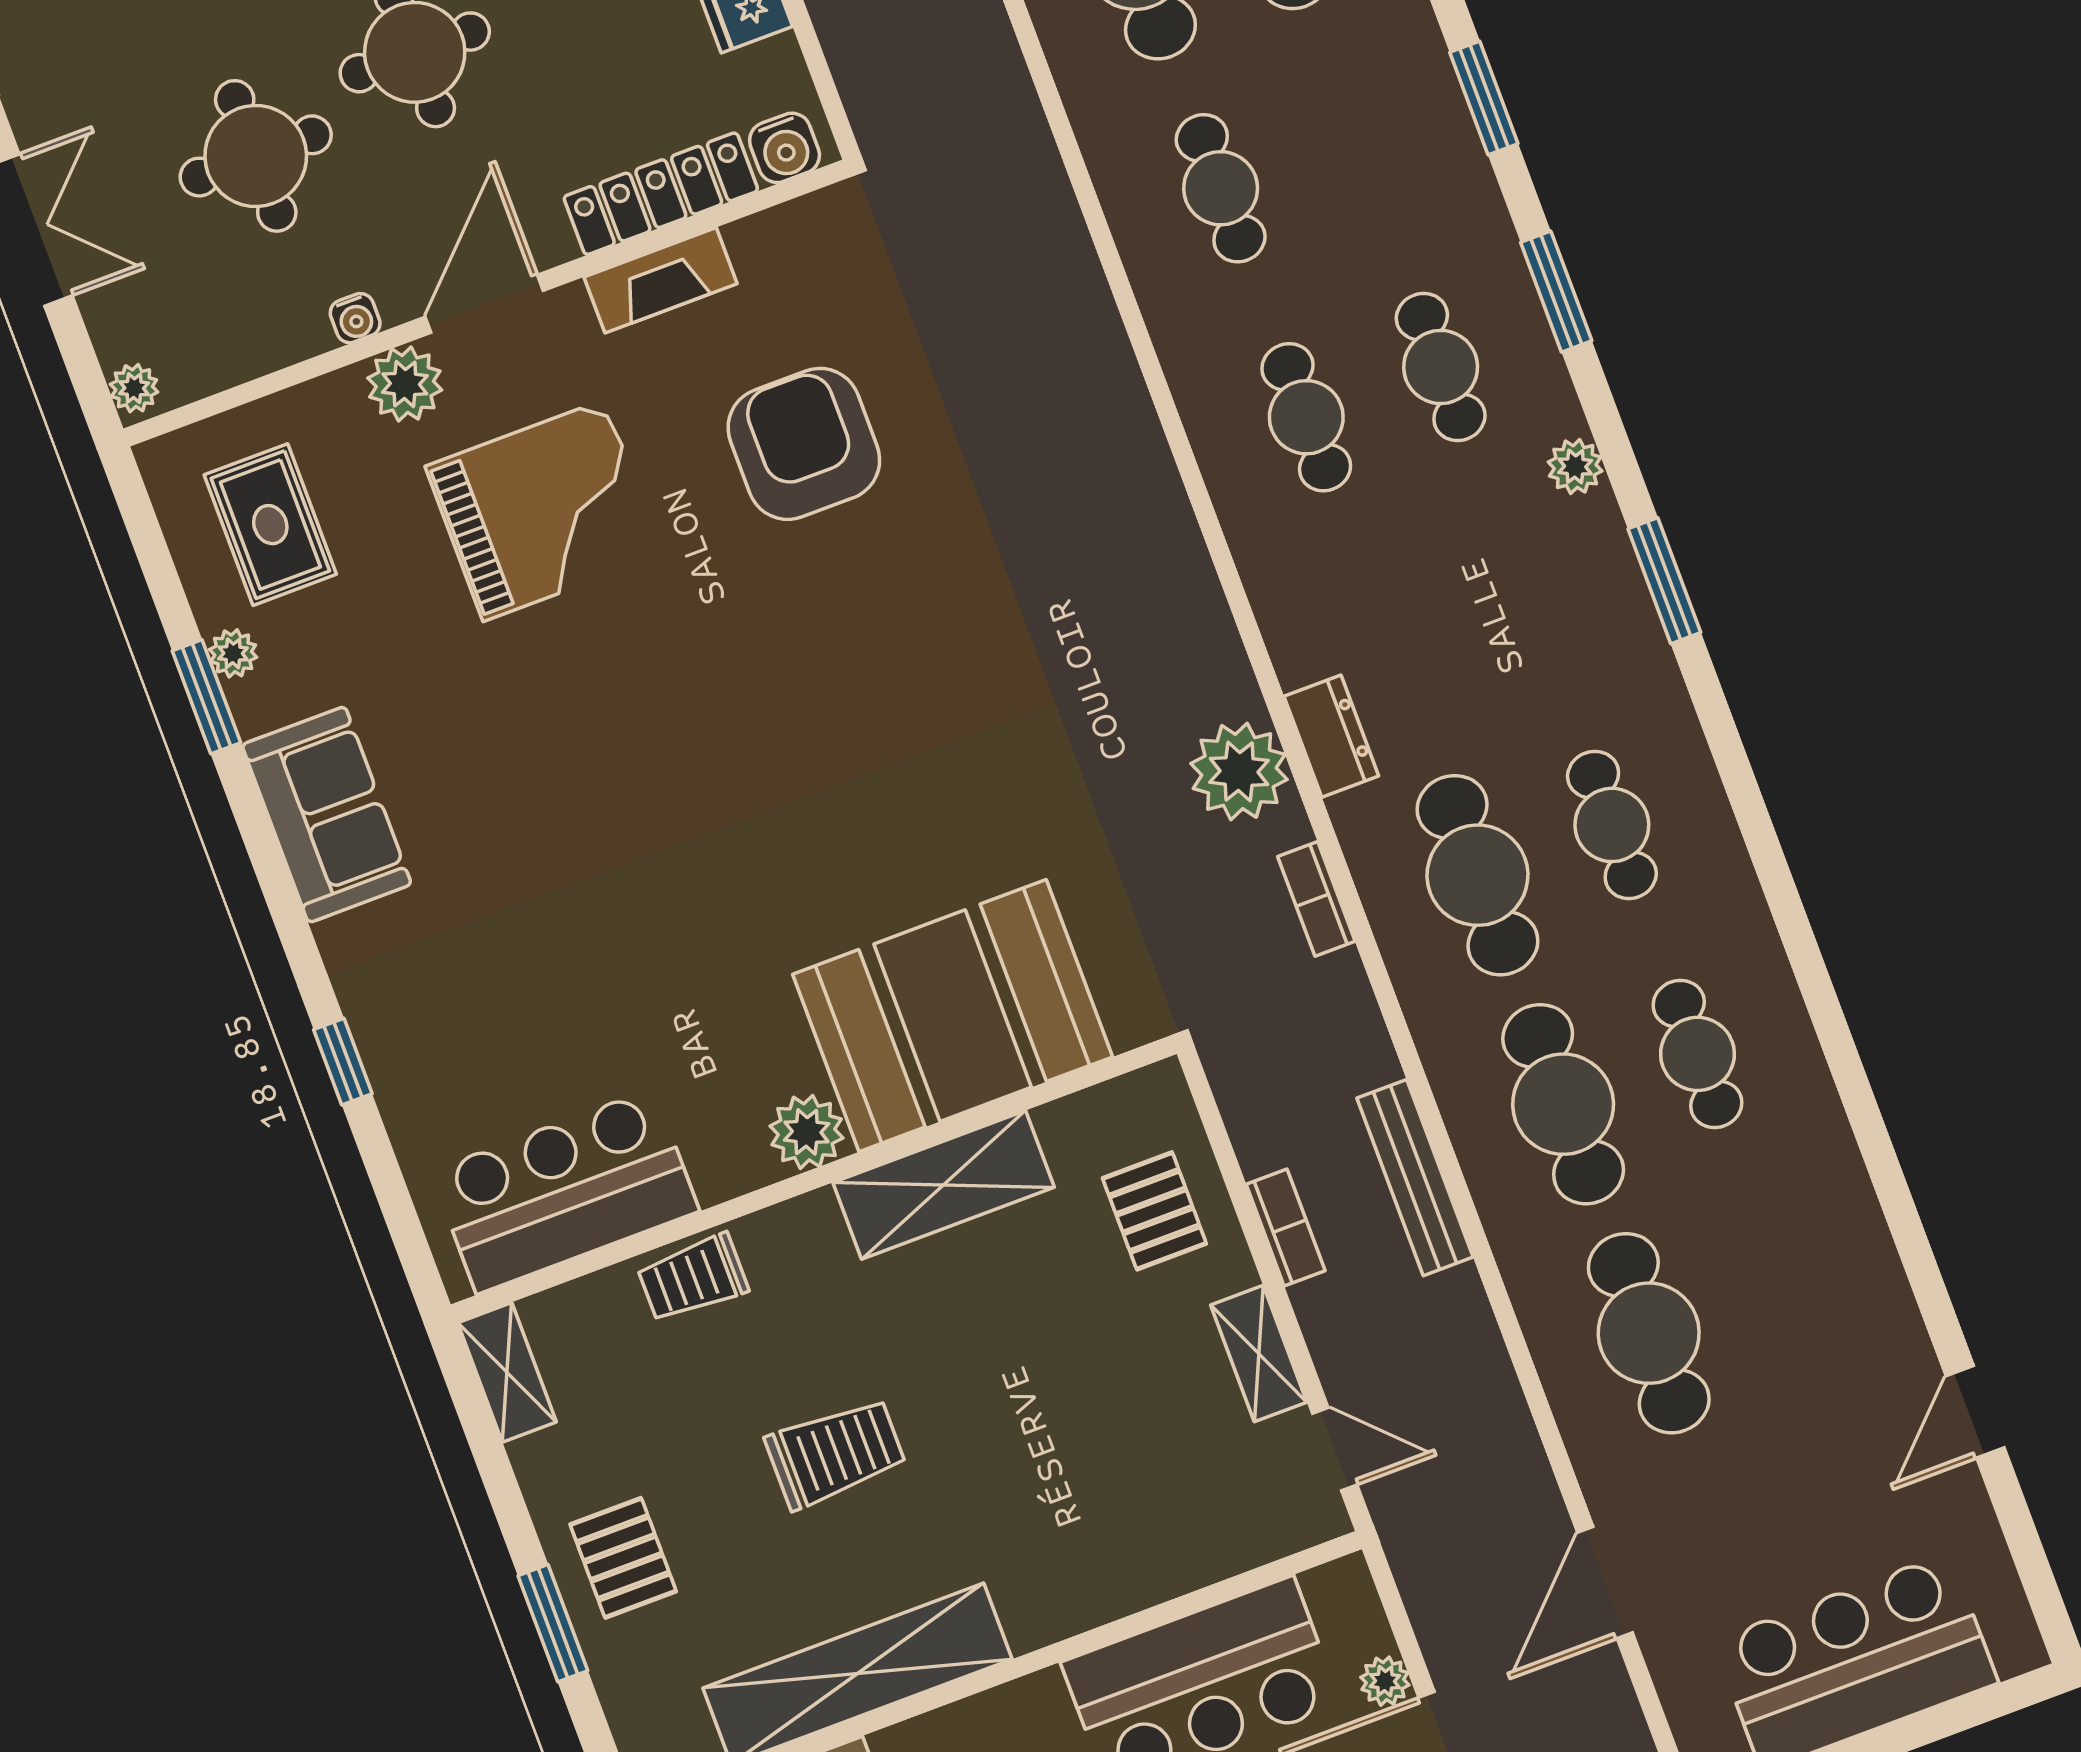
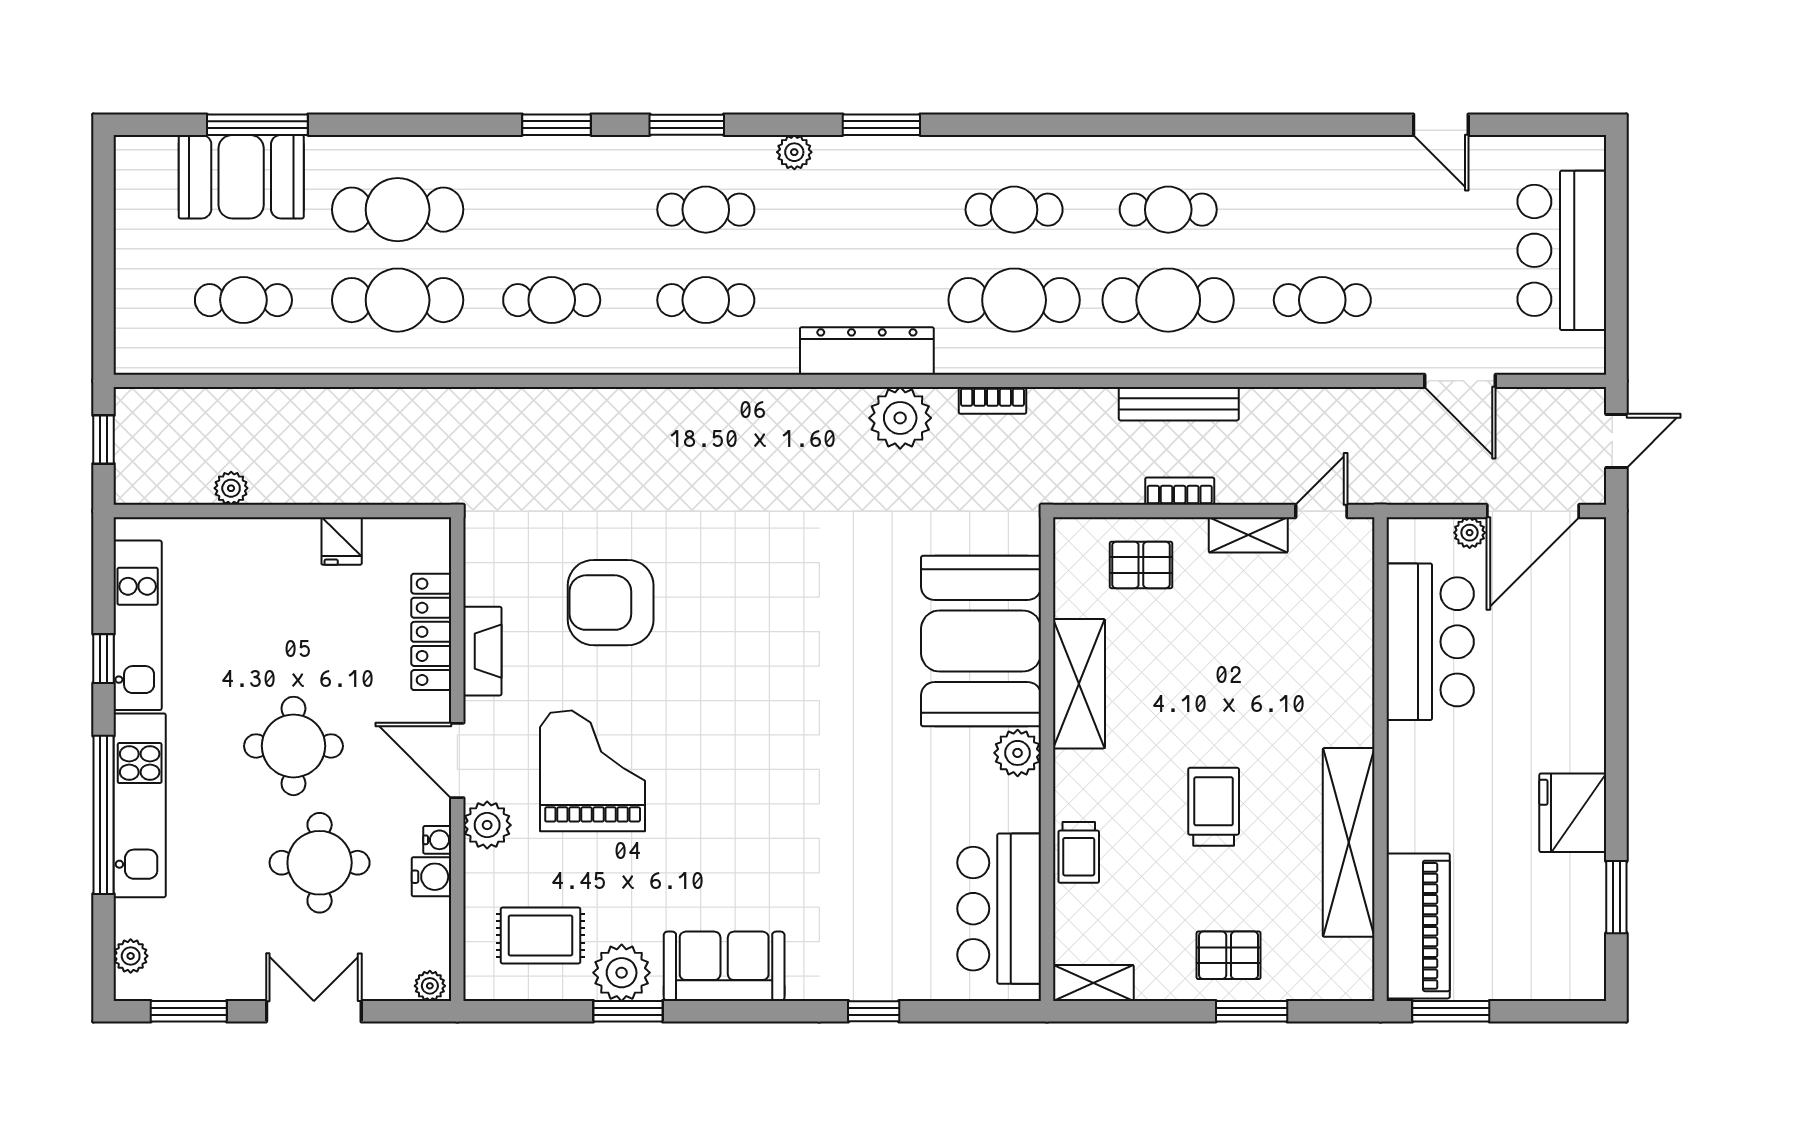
water cooler: (785, 148) -> (432, 877), moved
plant: (233, 653) -> (622, 973), width x1.87, depth x1.87
dresser: (1331, 736) -> (867, 351), width x1.96, depth x1.24
cafe table: (1649, 1333) -> (1322, 300), width x0.73, depth x0.74

